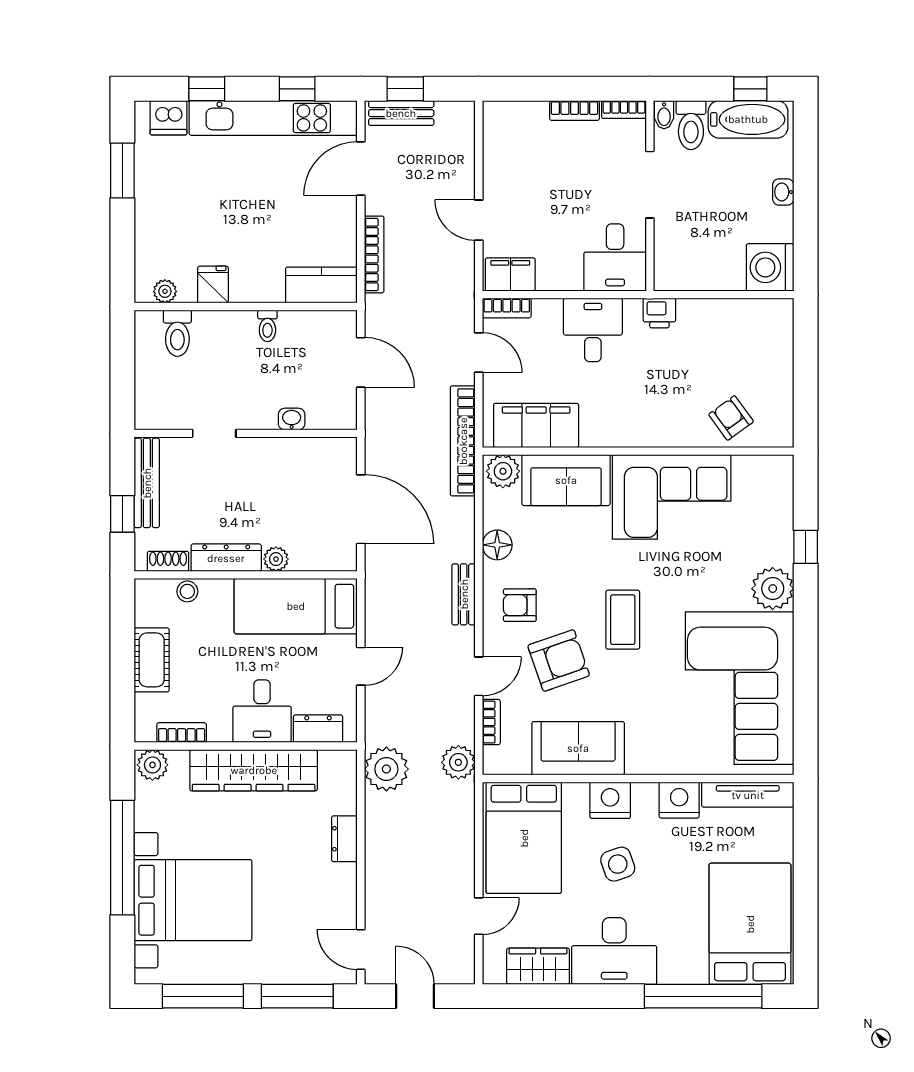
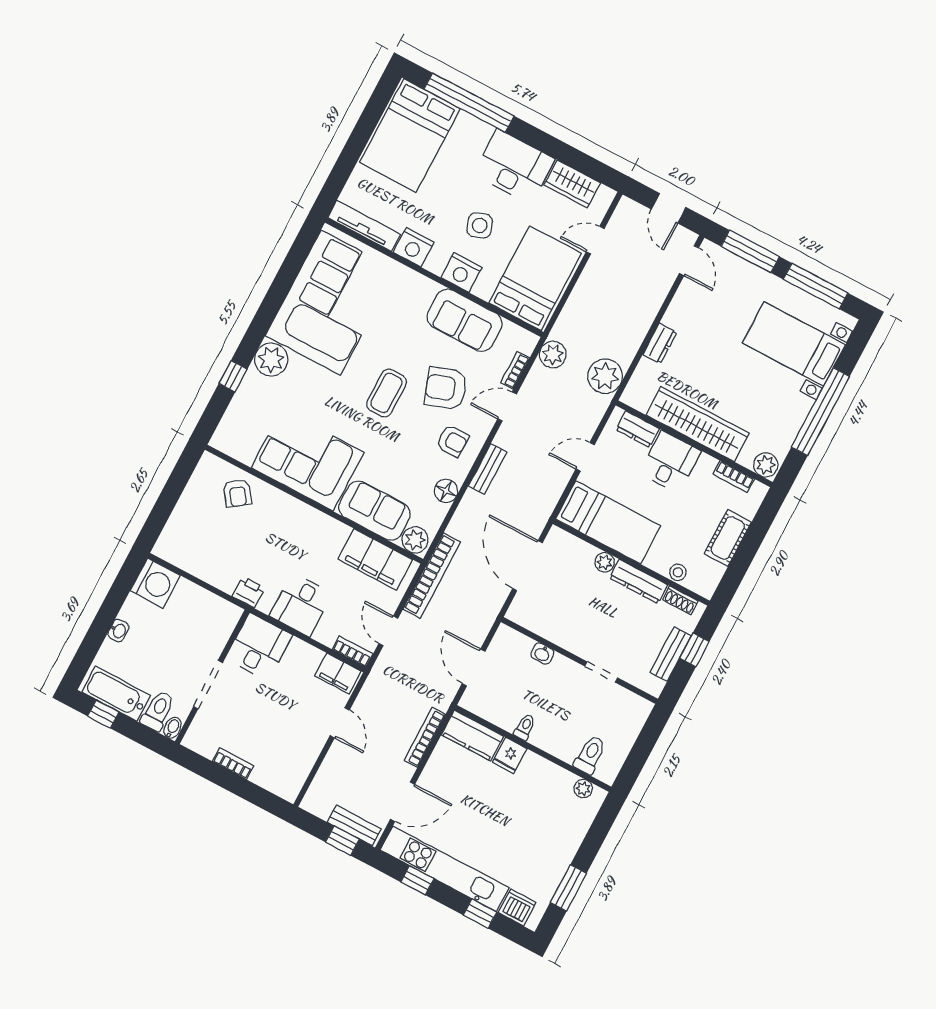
bookcase: (624, 110) -> (198, 746), removed
fridge: (213, 285) -> (510, 755), moved
bench: (147, 483) -> (671, 654), width x0.73
bed with nightstands: (193, 900) -> (794, 344), width x0.73

